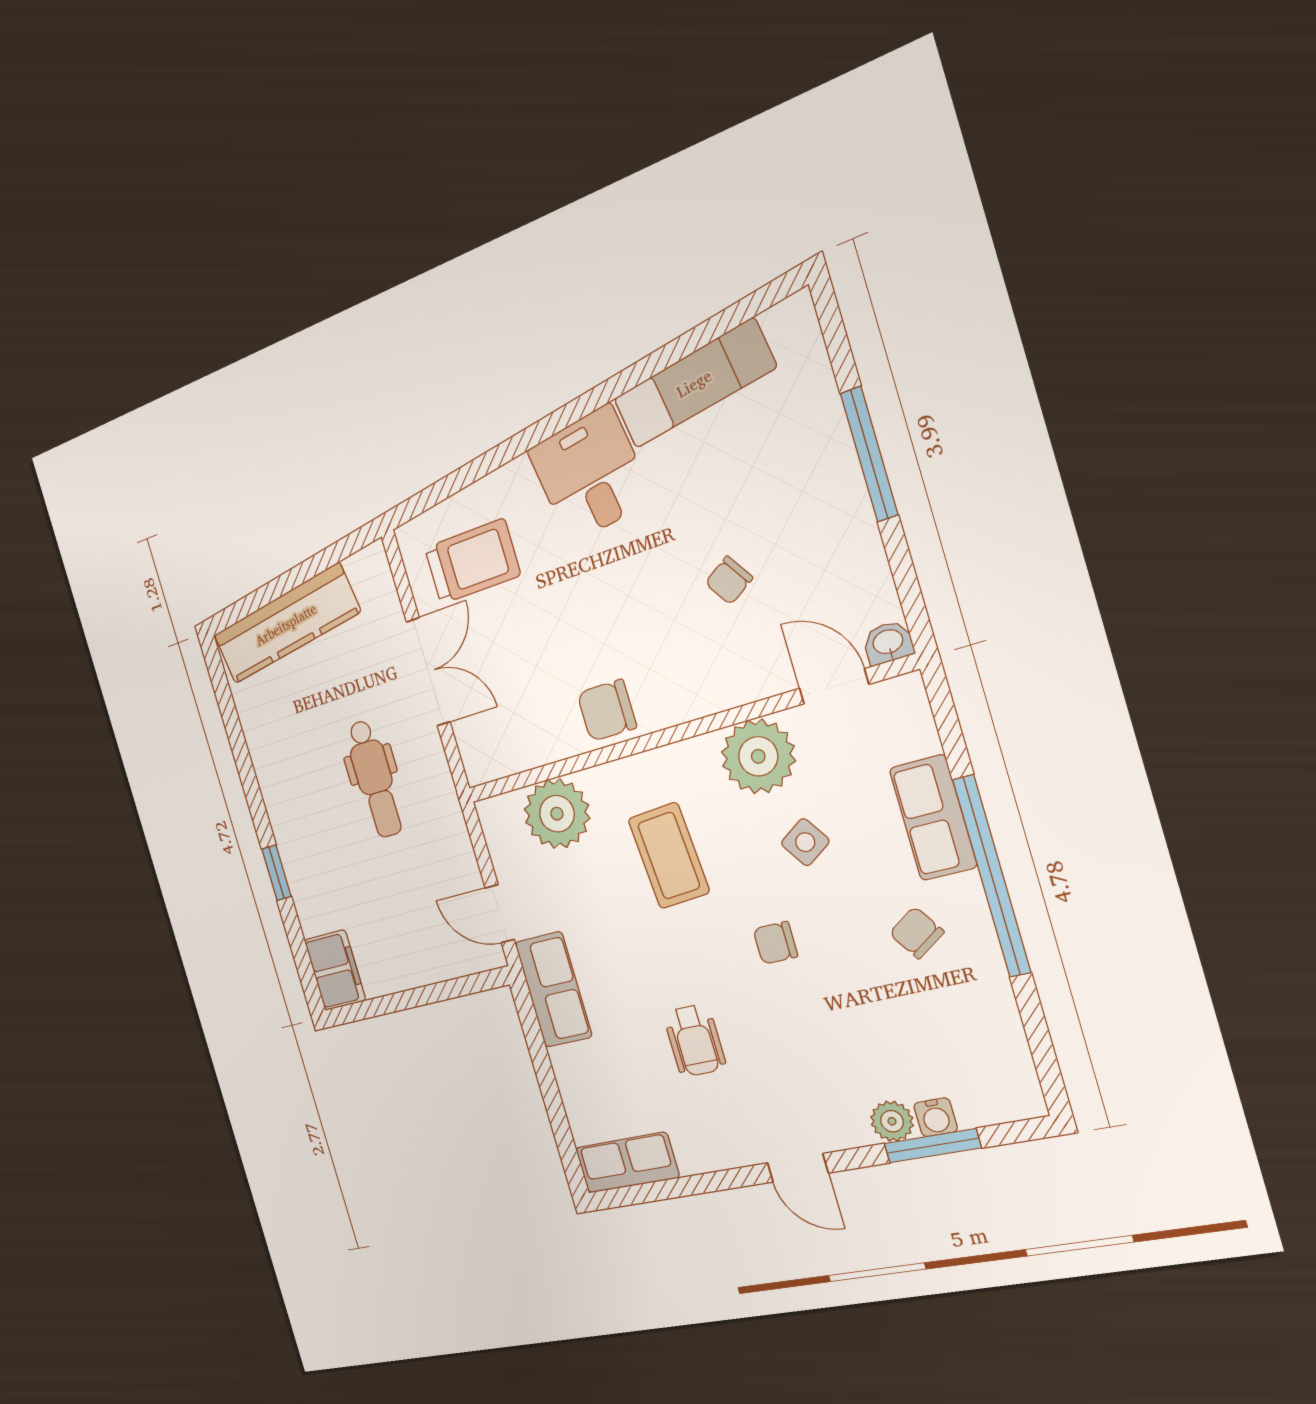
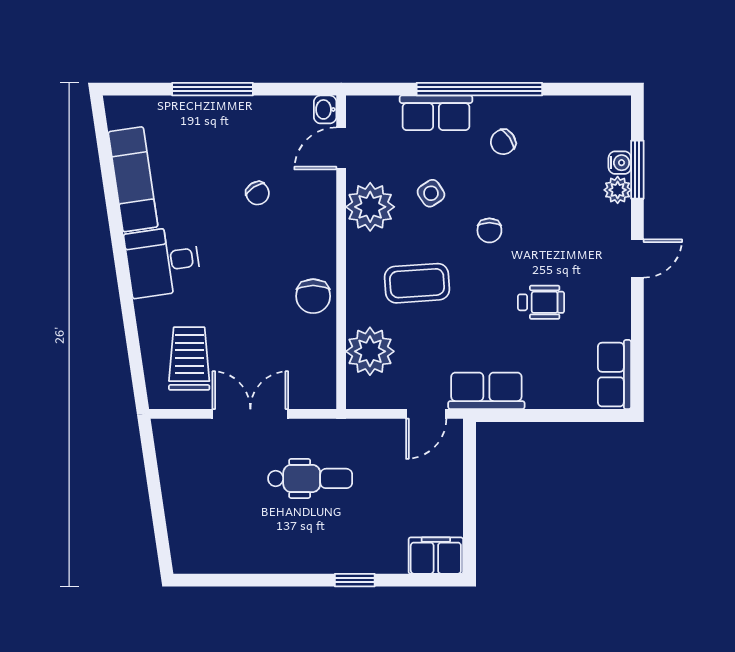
kitchen counter: (286, 624) -> (184, 512), removed

